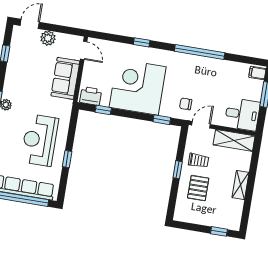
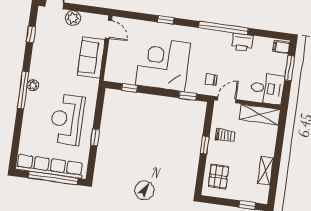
printer: (91, 96) -> (243, 42), moved, turned 180
shelving: (240, 185) -> (266, 171), moved
pallet: (198, 188) -> (218, 176), moved

